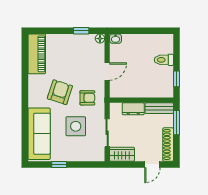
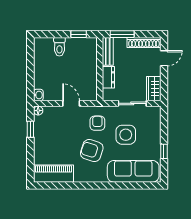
door: (152, 165) -> (164, 58), hinge flipped

